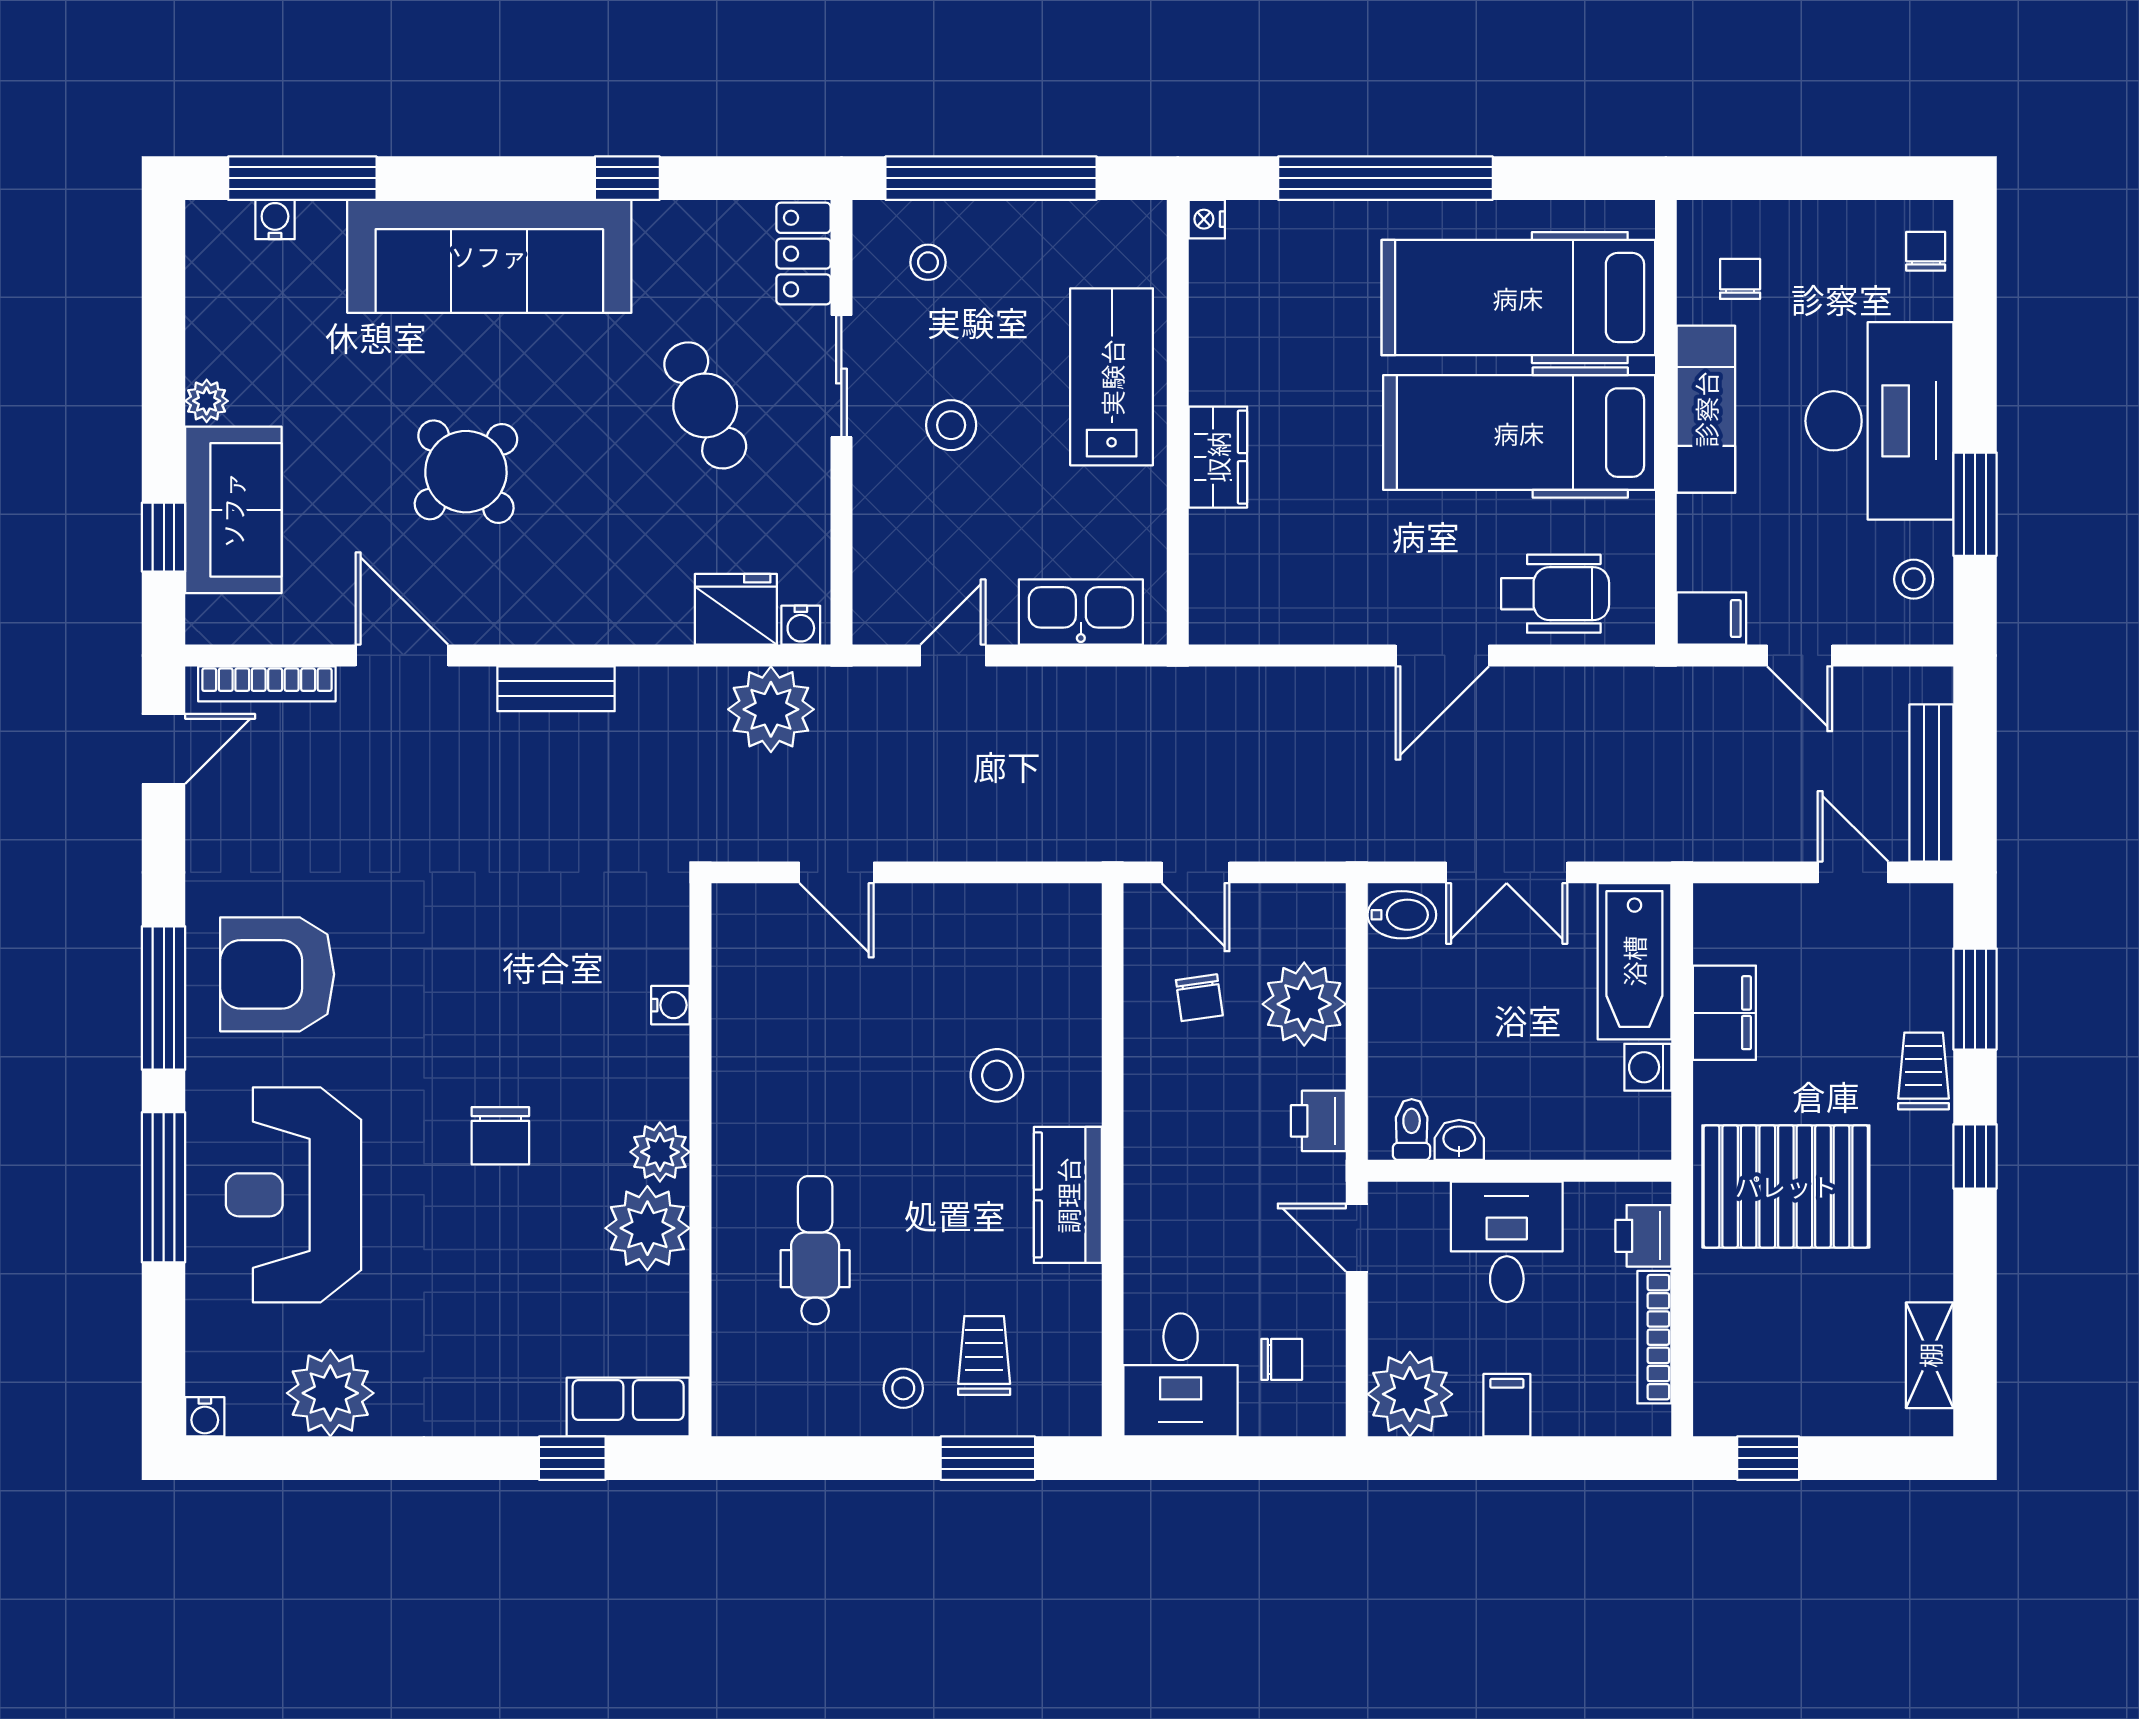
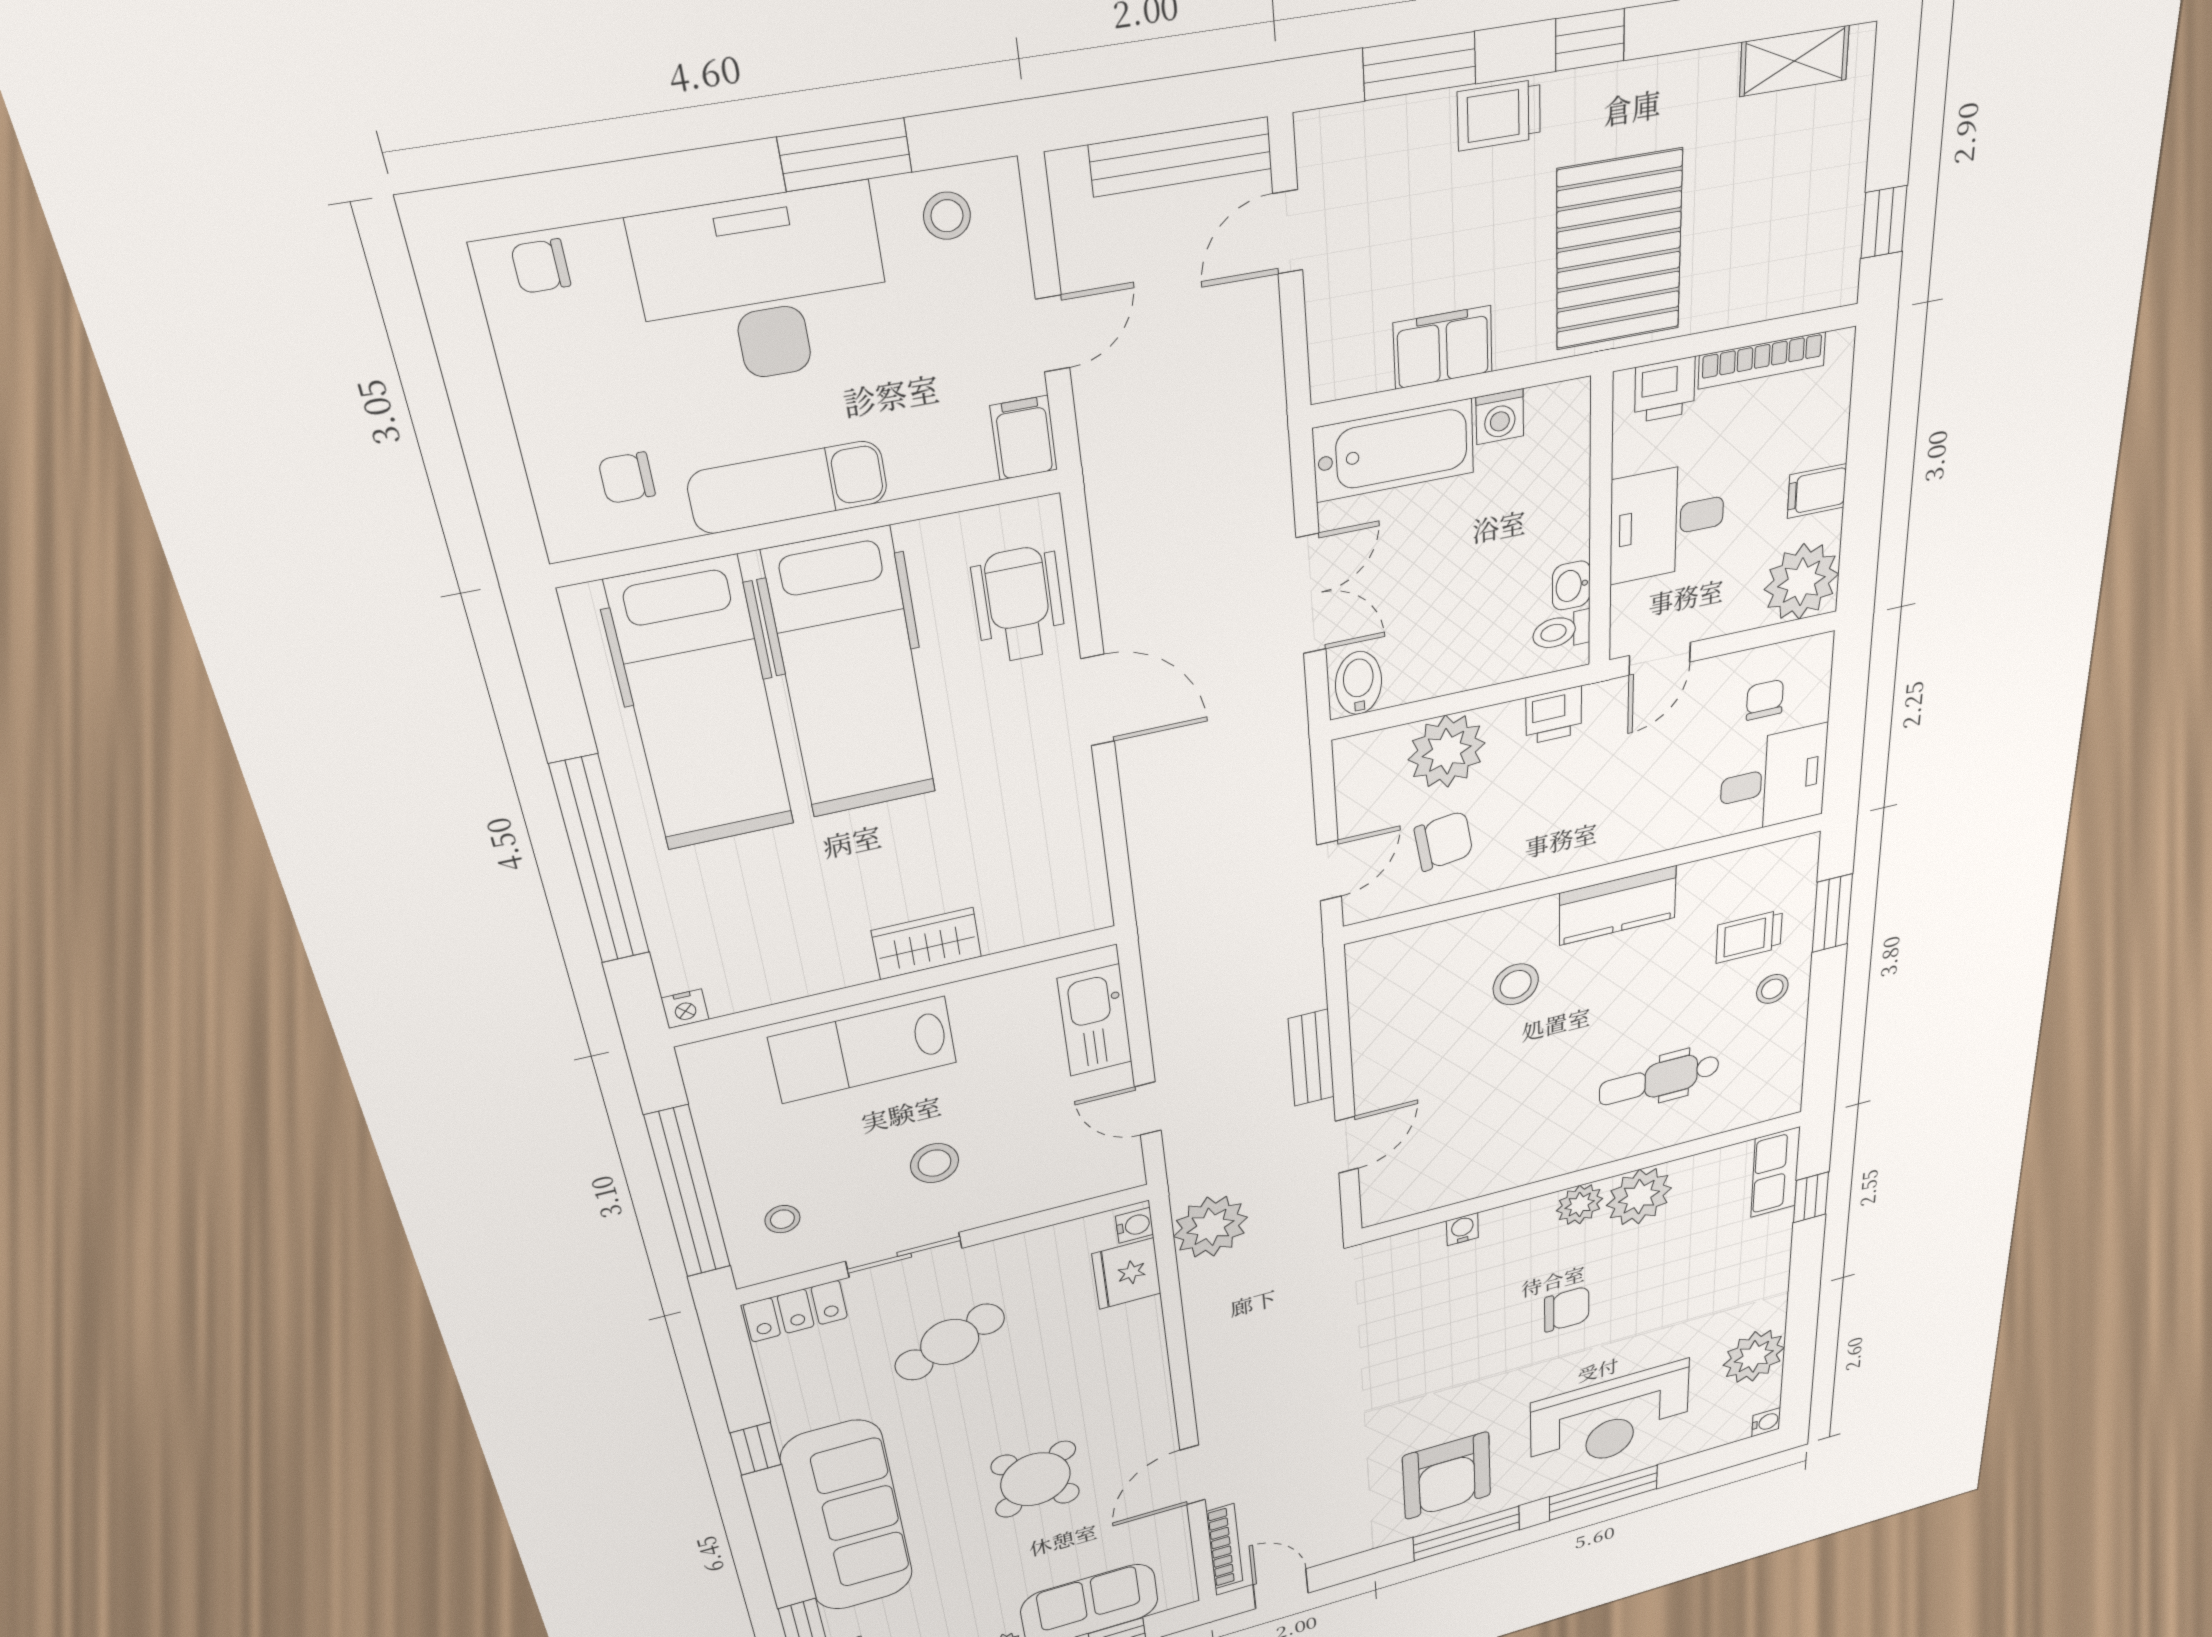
bench: (556, 689) -> (1311, 1058), moved
chair: (1199, 998) -> (1444, 841), width x1.37, depth x1.37

